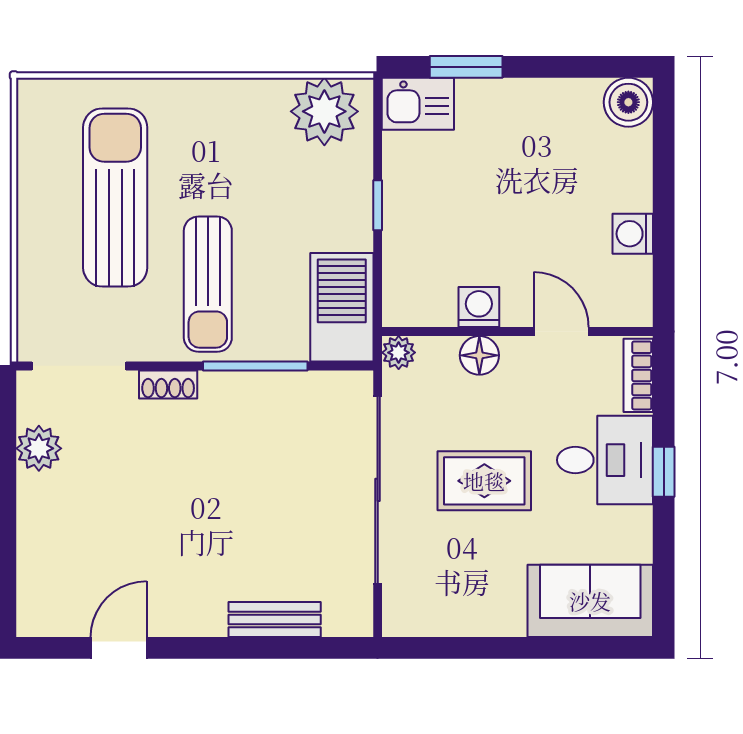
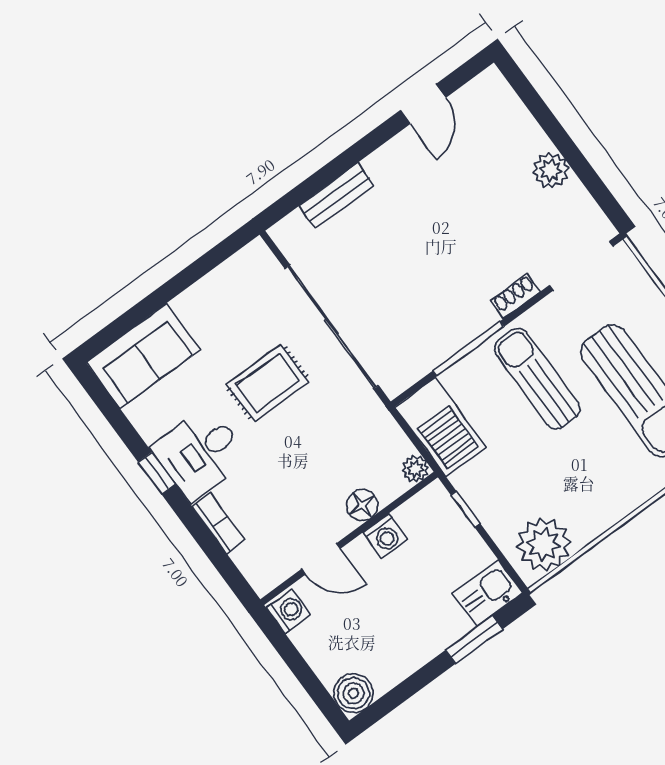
washing machine: (479, 307) -> (385, 536), moved
wall: (517, 332) -> (349, 538), moved
door: (561, 332) -> (321, 559), moved
plant: (399, 353) -> (415, 469), moved
floor lamp: (479, 355) -> (362, 505), moved
plant: (39, 448) -> (551, 170), moved

